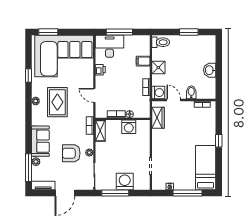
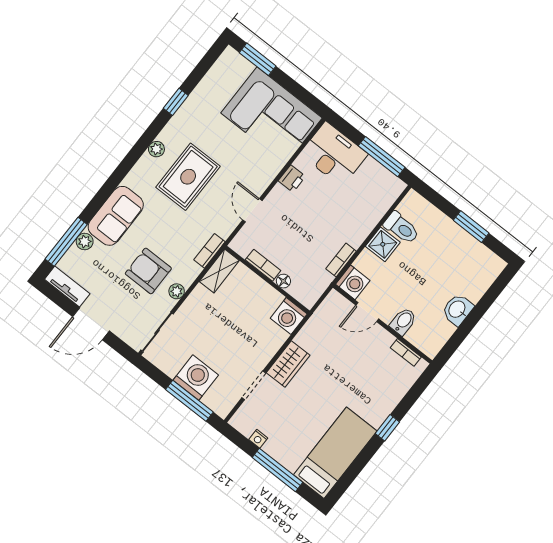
window: (119, 32) -> (382, 157), moved
toilet: (161, 42) -> (401, 228), moved
corner sofa: (64, 56) -> (272, 115), width x0.73, depth x0.74
filing cabinet: (143, 61) -> (367, 216), removed
door: (174, 100) -> (367, 312), swing flipped
wardrobe: (158, 118) -> (288, 364), moved
washing machine: (129, 127) -> (289, 316), moved
window: (115, 193) -> (189, 401), moved

